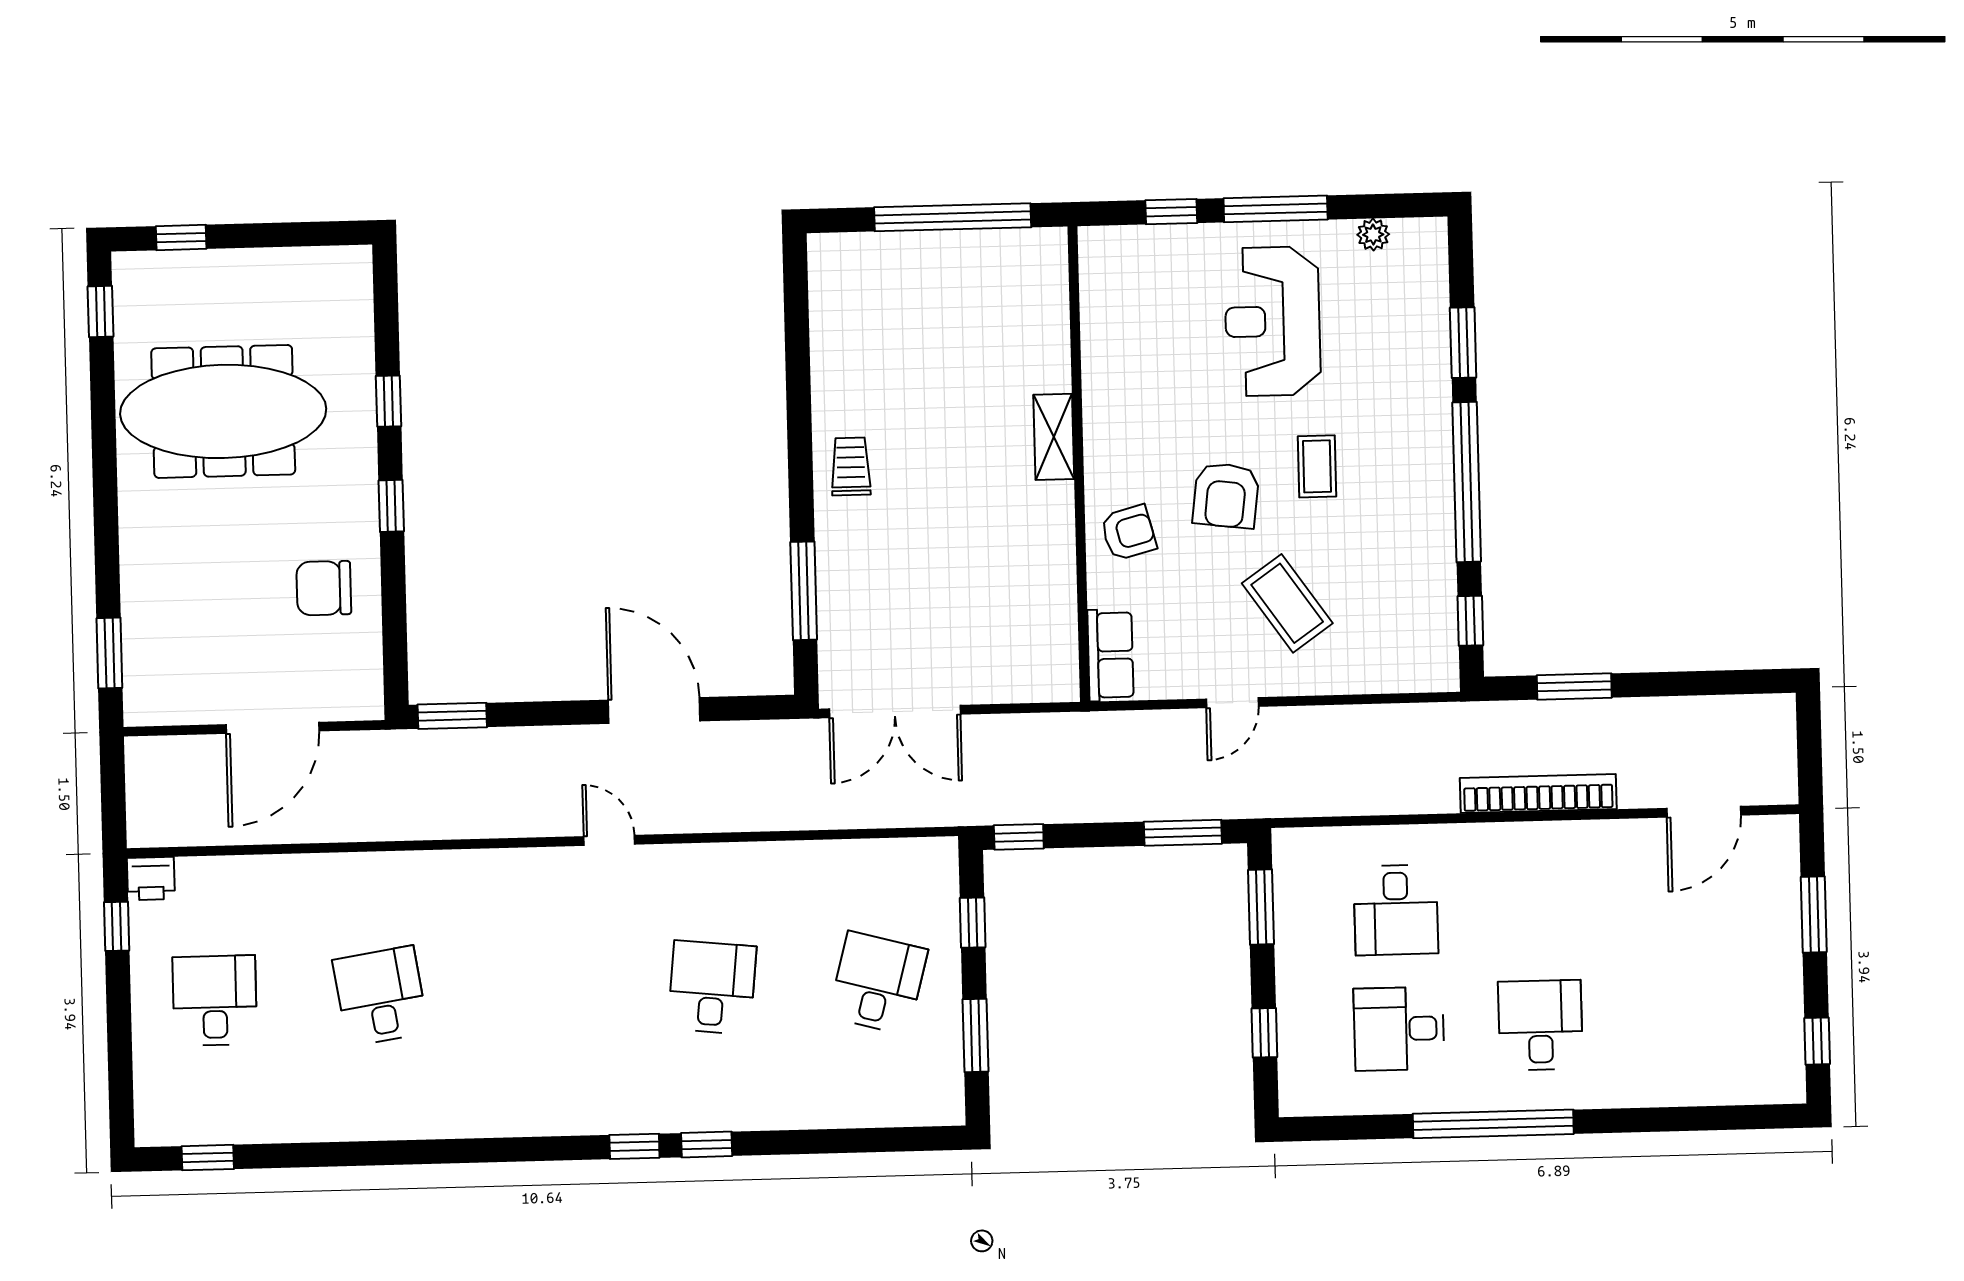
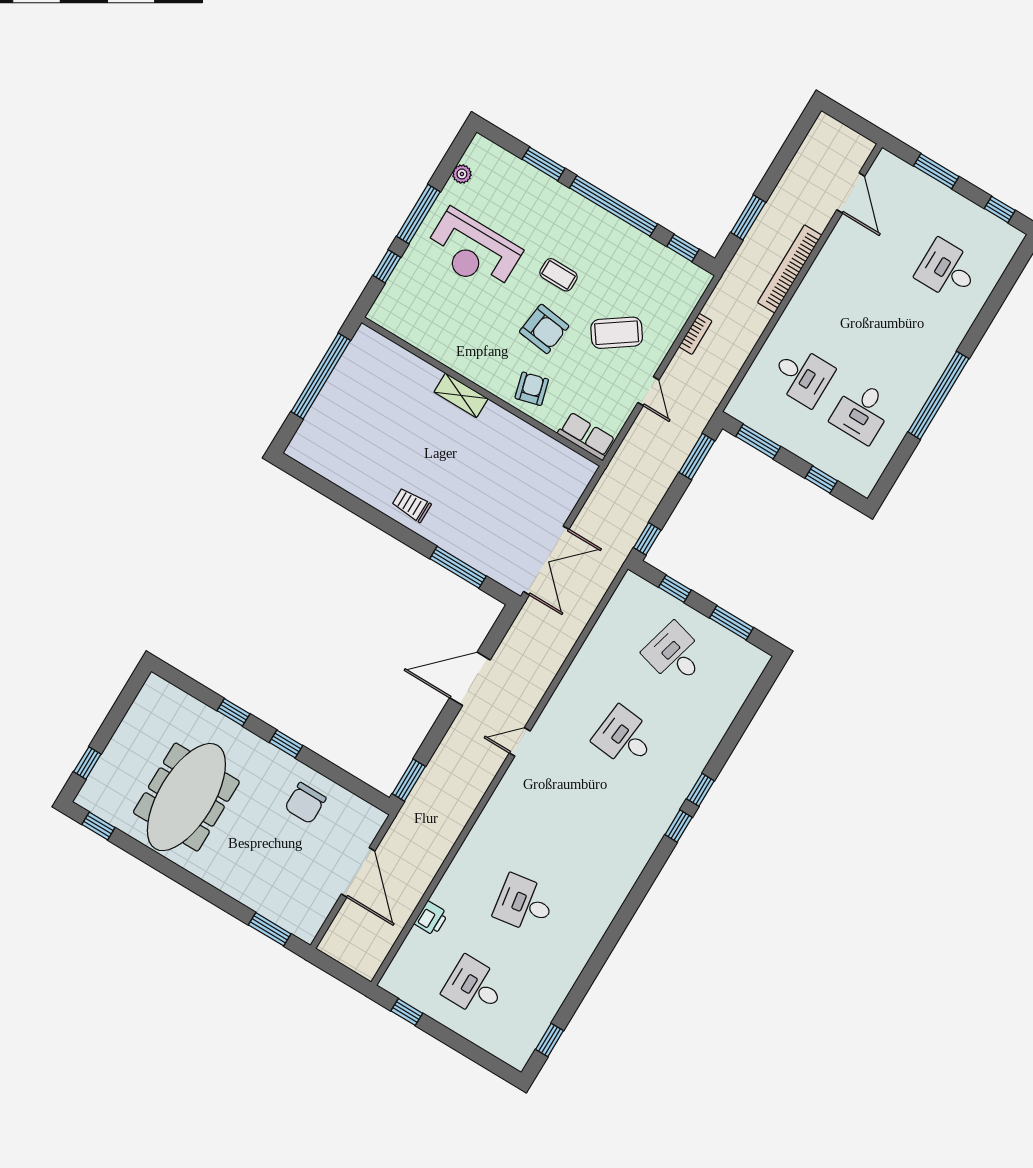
bookcase: (1358, 718) -> (695, 334), added
printer: (151, 879) -> (431, 918), moved
desk: (1540, 1025) -> (947, 270), moved

